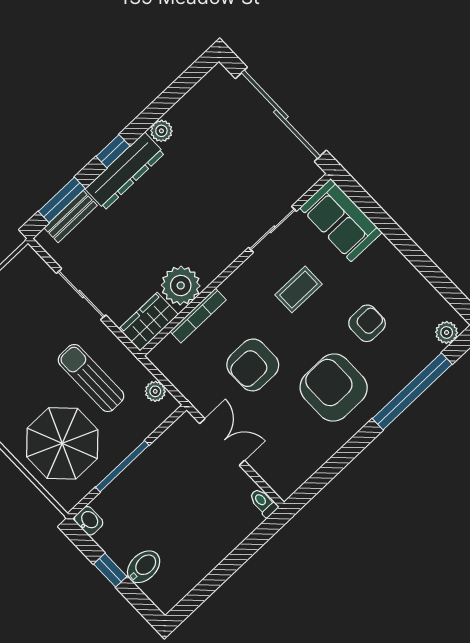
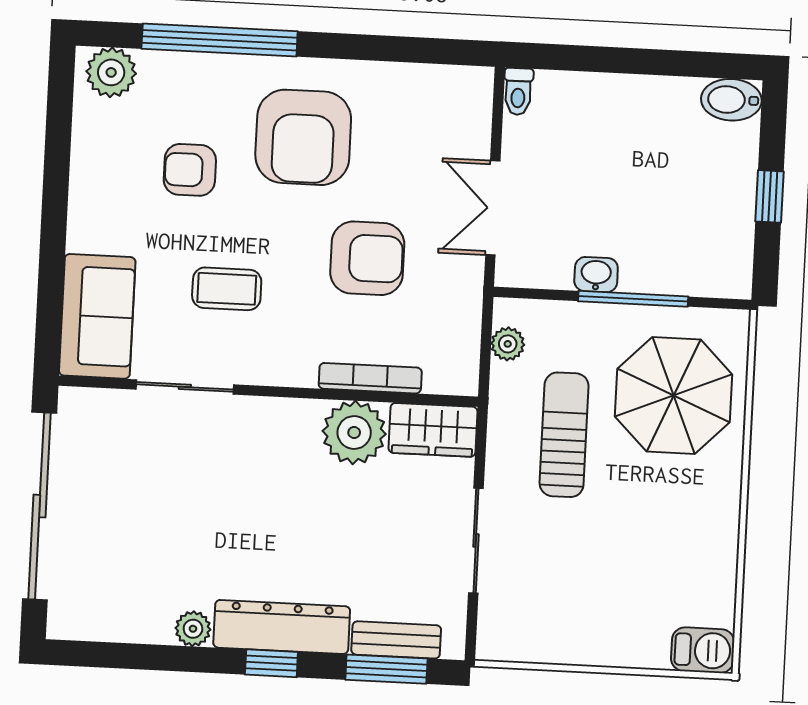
plant: (447, 332) -> (111, 72), width x1.38, depth x1.38
sun lounger: (91, 378) -> (564, 435), turned 180
washbasin: (89, 521) -> (596, 275), moved, turned 90
bidet: (144, 567) -> (731, 100), moved

